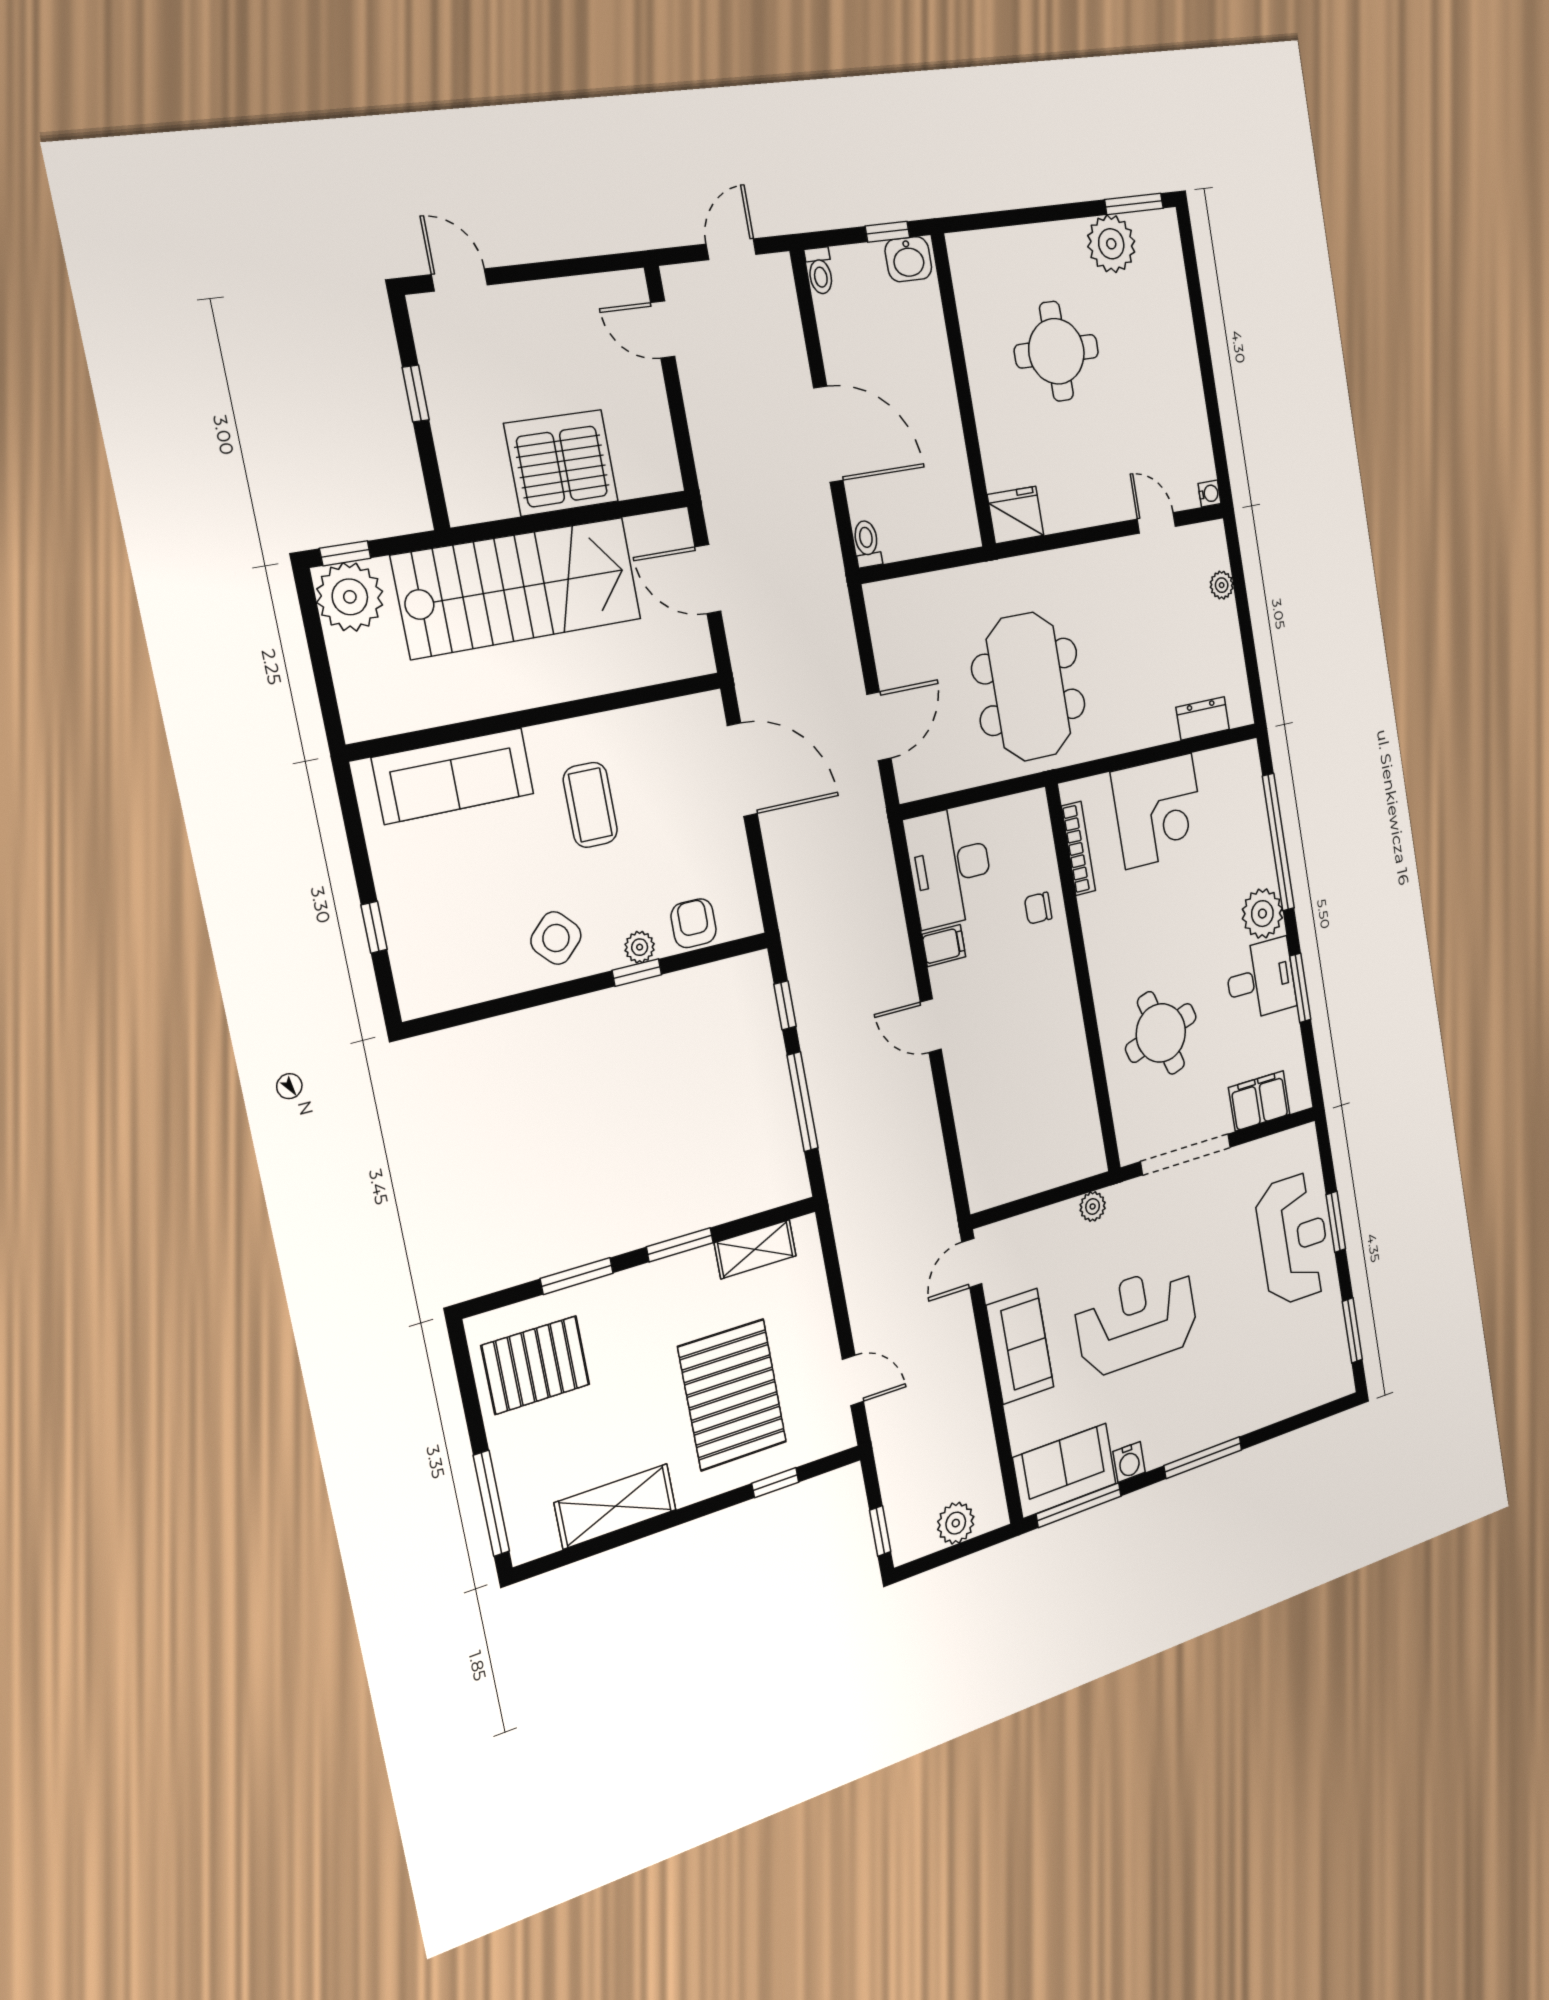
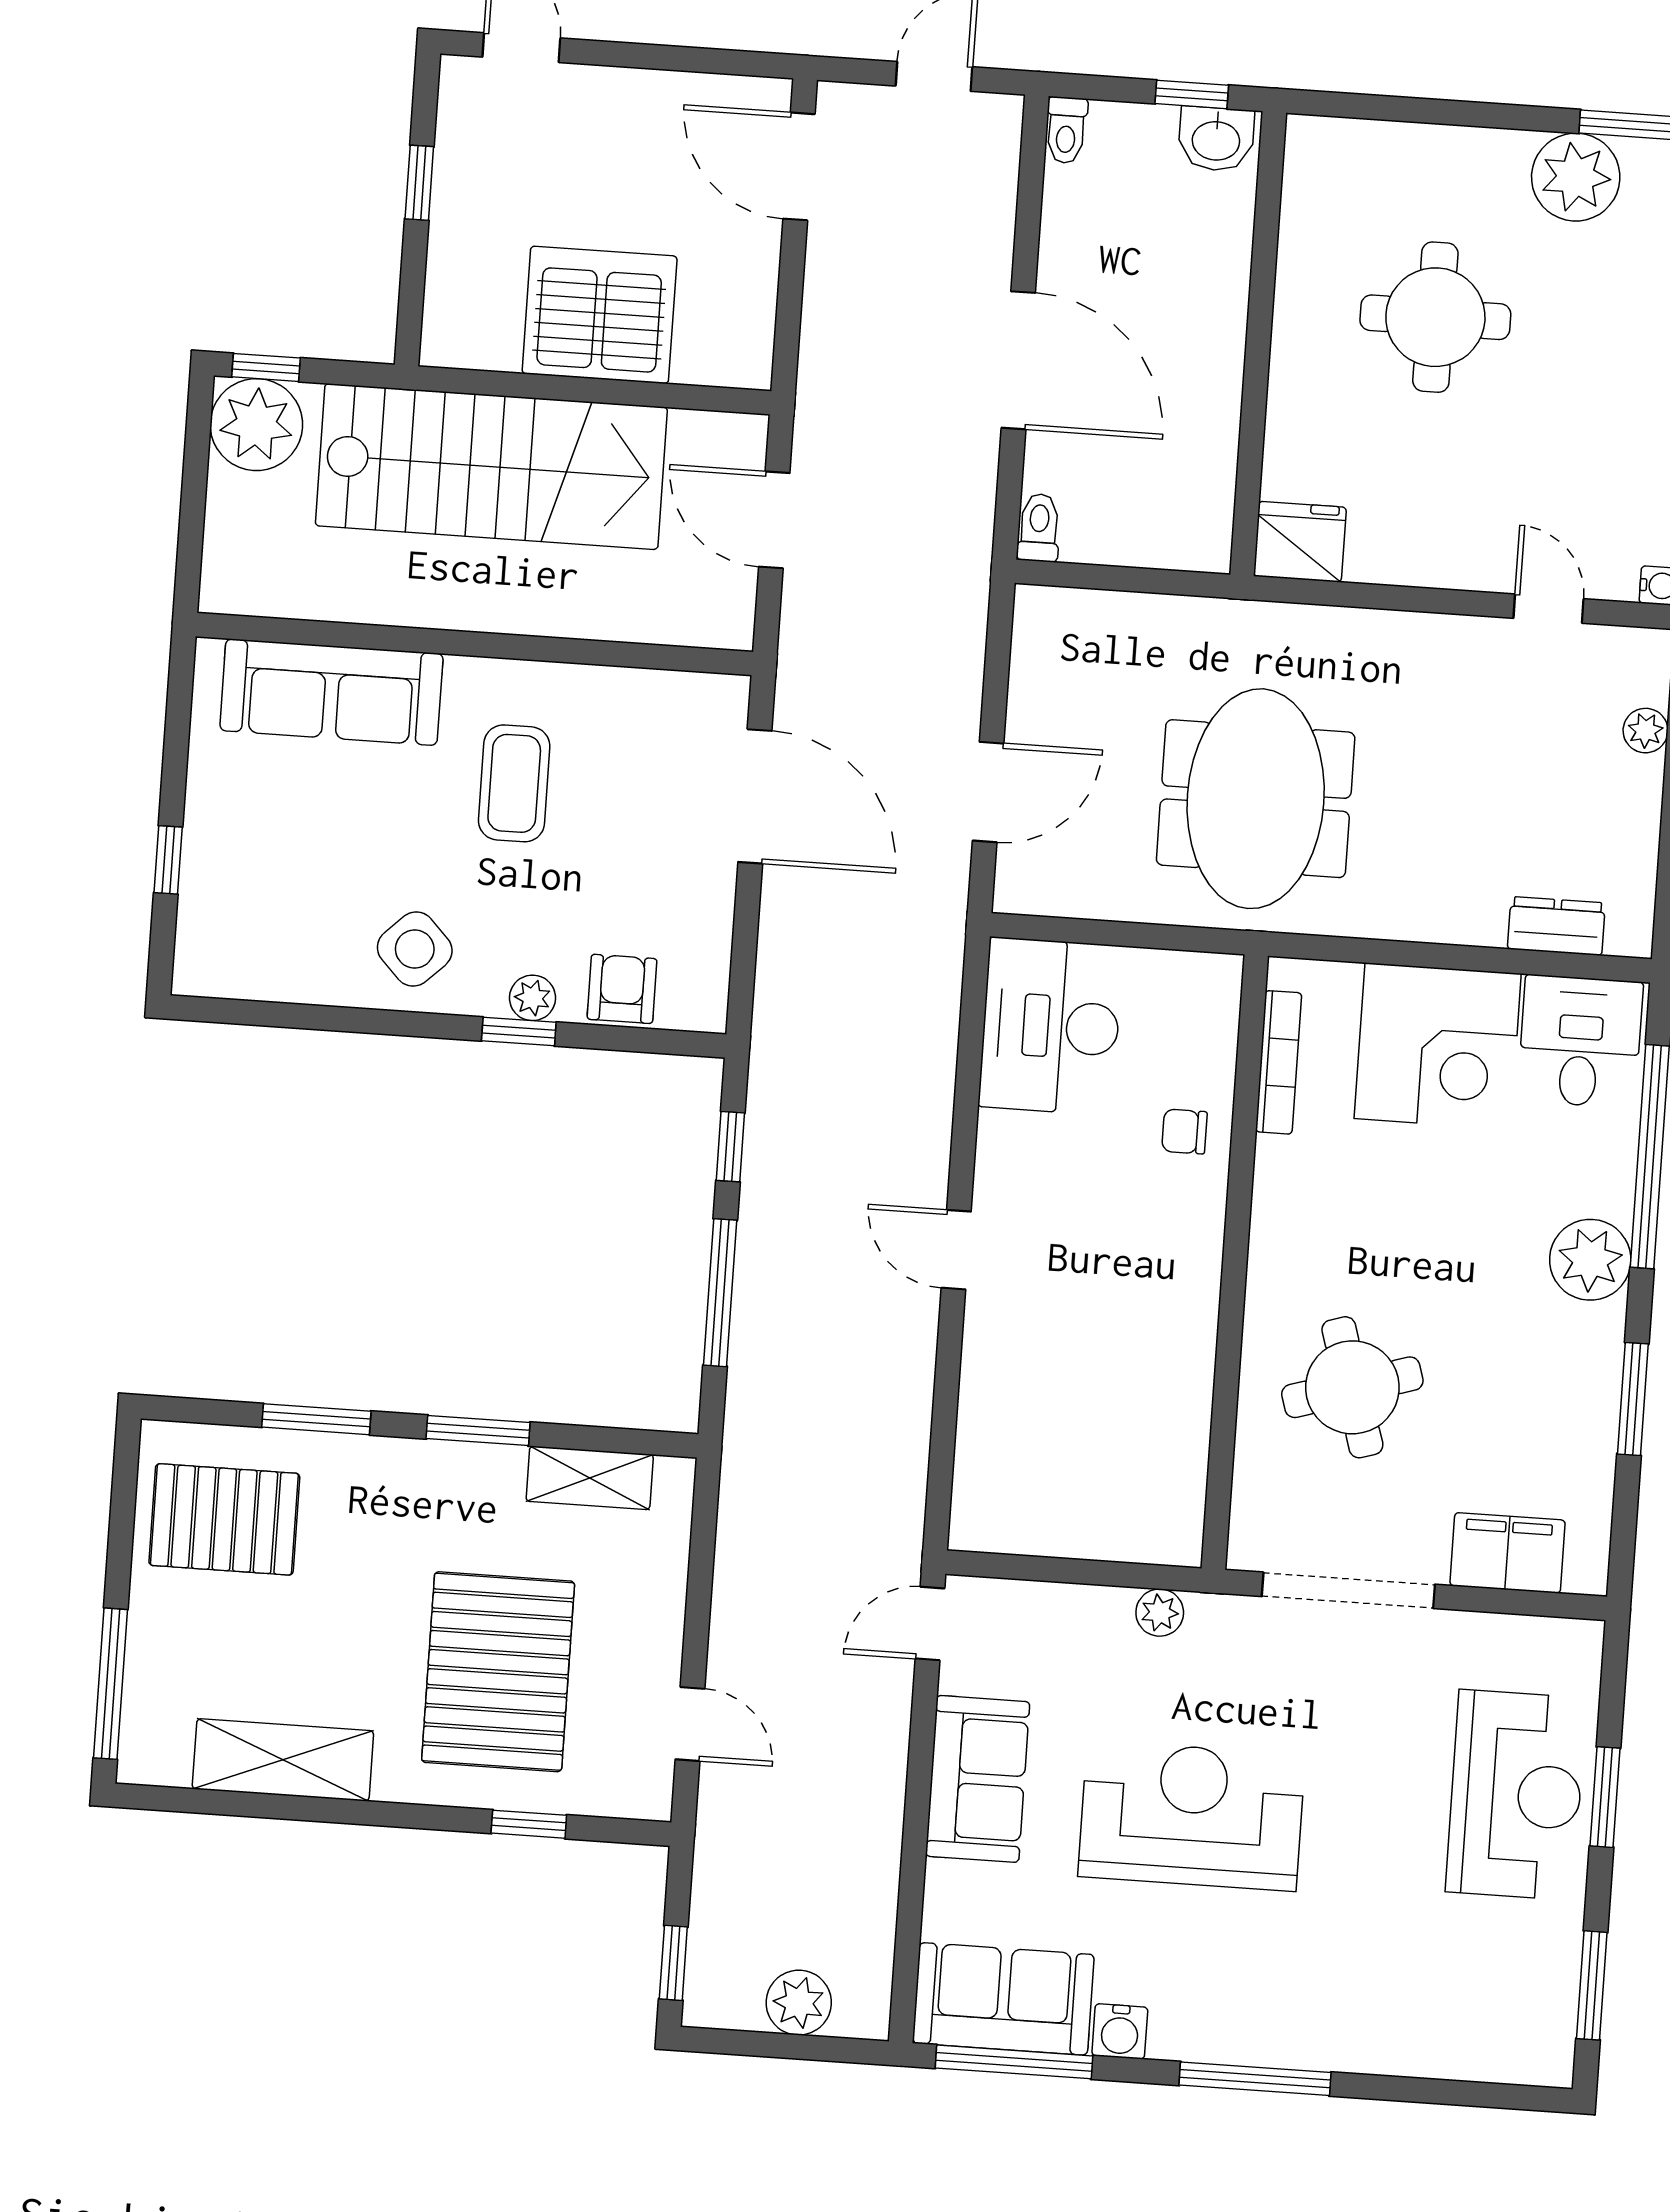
door: (663, 330) -> (799, 166), width x1.38
filing cabinet: (944, 945) -> (1009, 1139), removed
desk: (1261, 979) -> (1580, 1041), moved, turned -90

